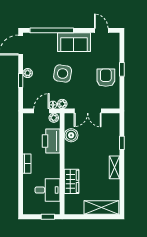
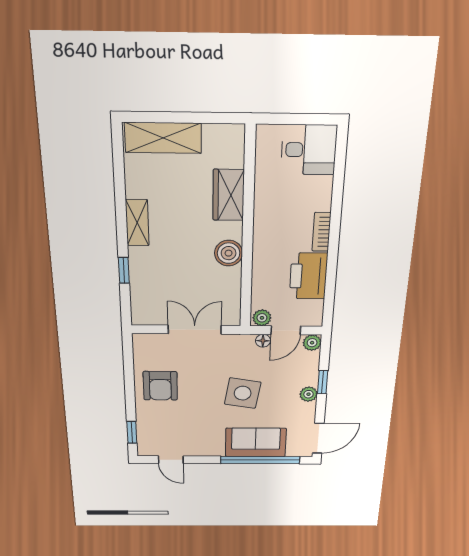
sofa: (74, 42) -> (256, 442), moved
window: (122, 69) -> (132, 432), moved
plant: (62, 104) -> (312, 343), moved
boiler: (71, 135) -> (229, 253), moved
printer: (51, 141) -> (308, 276), moved, turned 180
desk: (47, 190) -> (309, 150), moved, turned 180
window: (48, 217) -> (283, 119), removed

